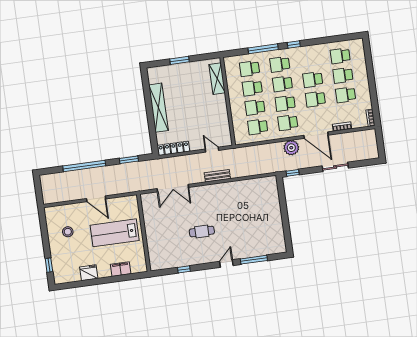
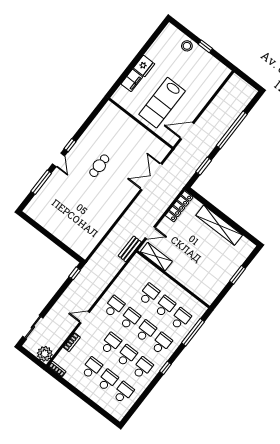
window: (263, 49) -> (193, 332), moved
shelving: (217, 79) -> (156, 257), moved
school desk: (258, 127) -> (142, 368), moved
door: (316, 135) -> (85, 317), width x0.53
plant: (291, 148) -> (45, 354), moved
sliding door: (335, 167) -> (33, 327), moved
bench: (217, 176) -> (130, 249), moved
door: (96, 199) -> (187, 131), moved
stool: (68, 232) -> (187, 46), moved
lab bench: (115, 233) -> (162, 103), turned 180
window: (49, 265) -> (205, 46), moved
window: (184, 269) -> (70, 145), moved
fridge: (89, 273) -> (144, 66), moved

